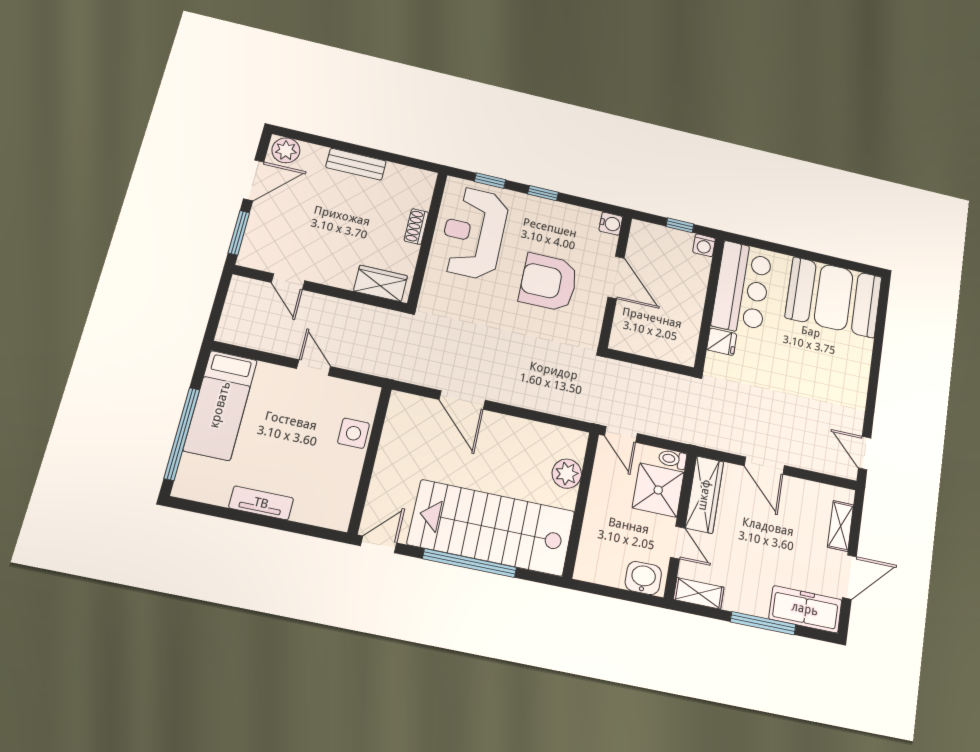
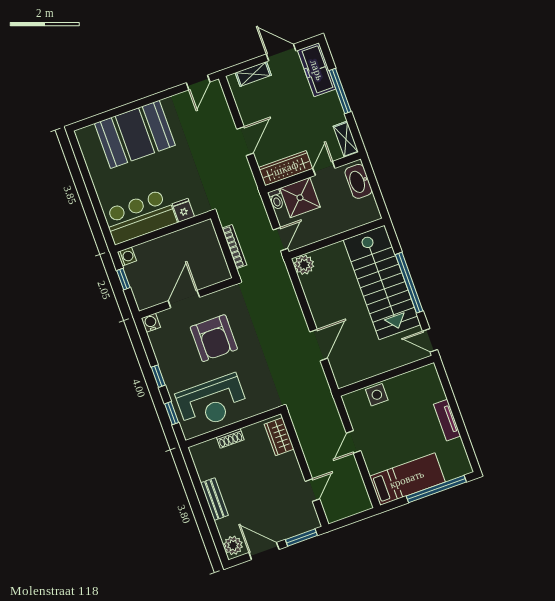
booth: (834, 297) -> (135, 134), moved, turned 90
bookcase: (644, 374) -> (234, 247), added
plant: (567, 474) -> (304, 265), moved
washbasin: (643, 578) -> (358, 181), width x1.38

